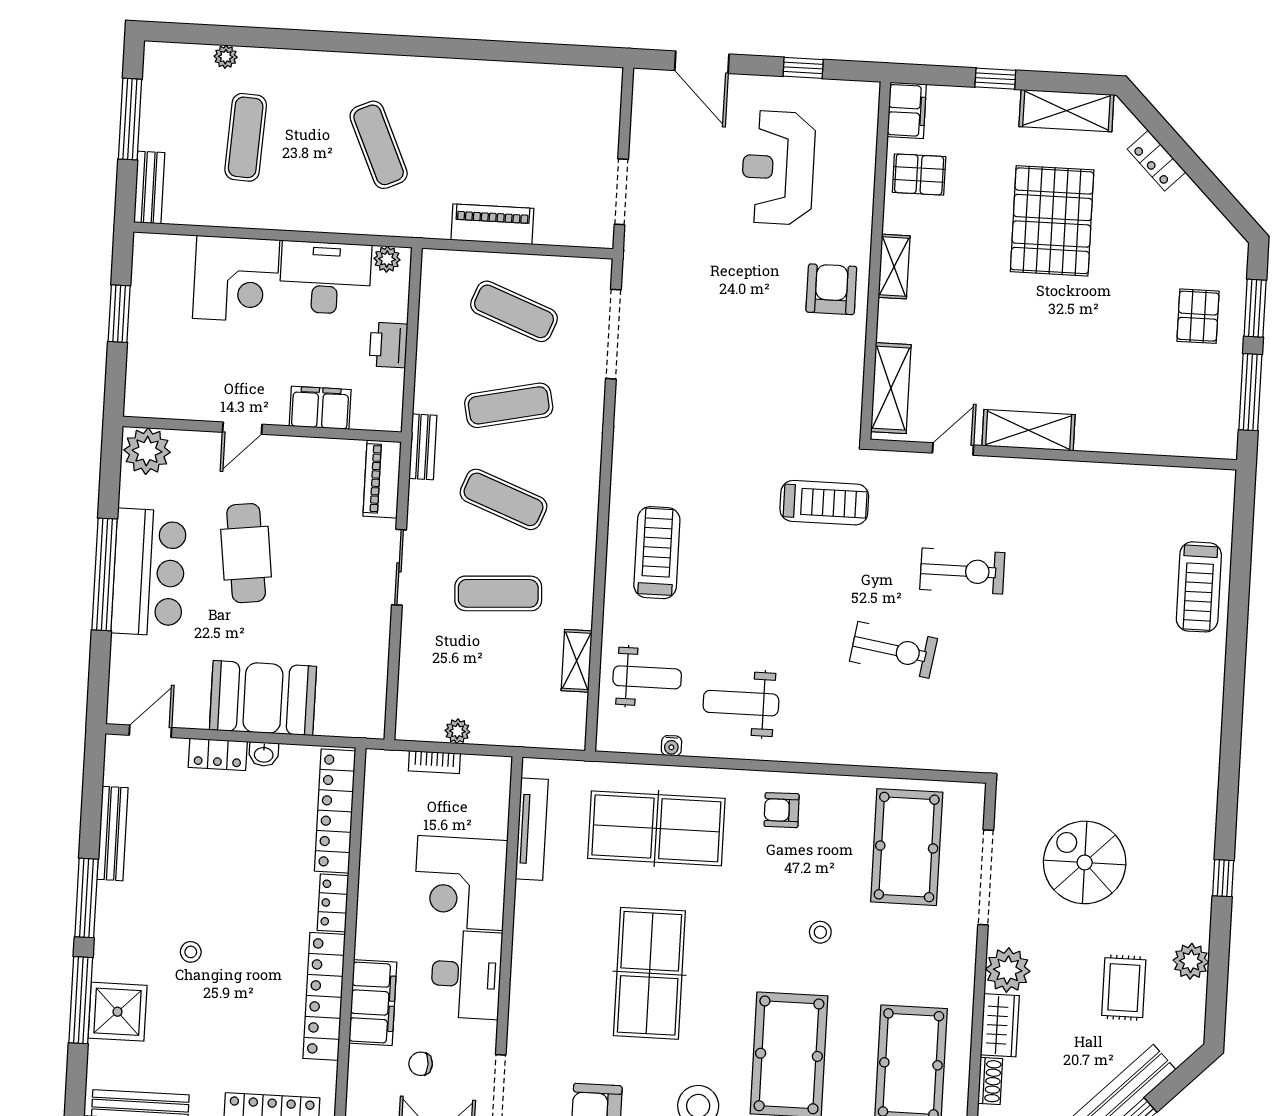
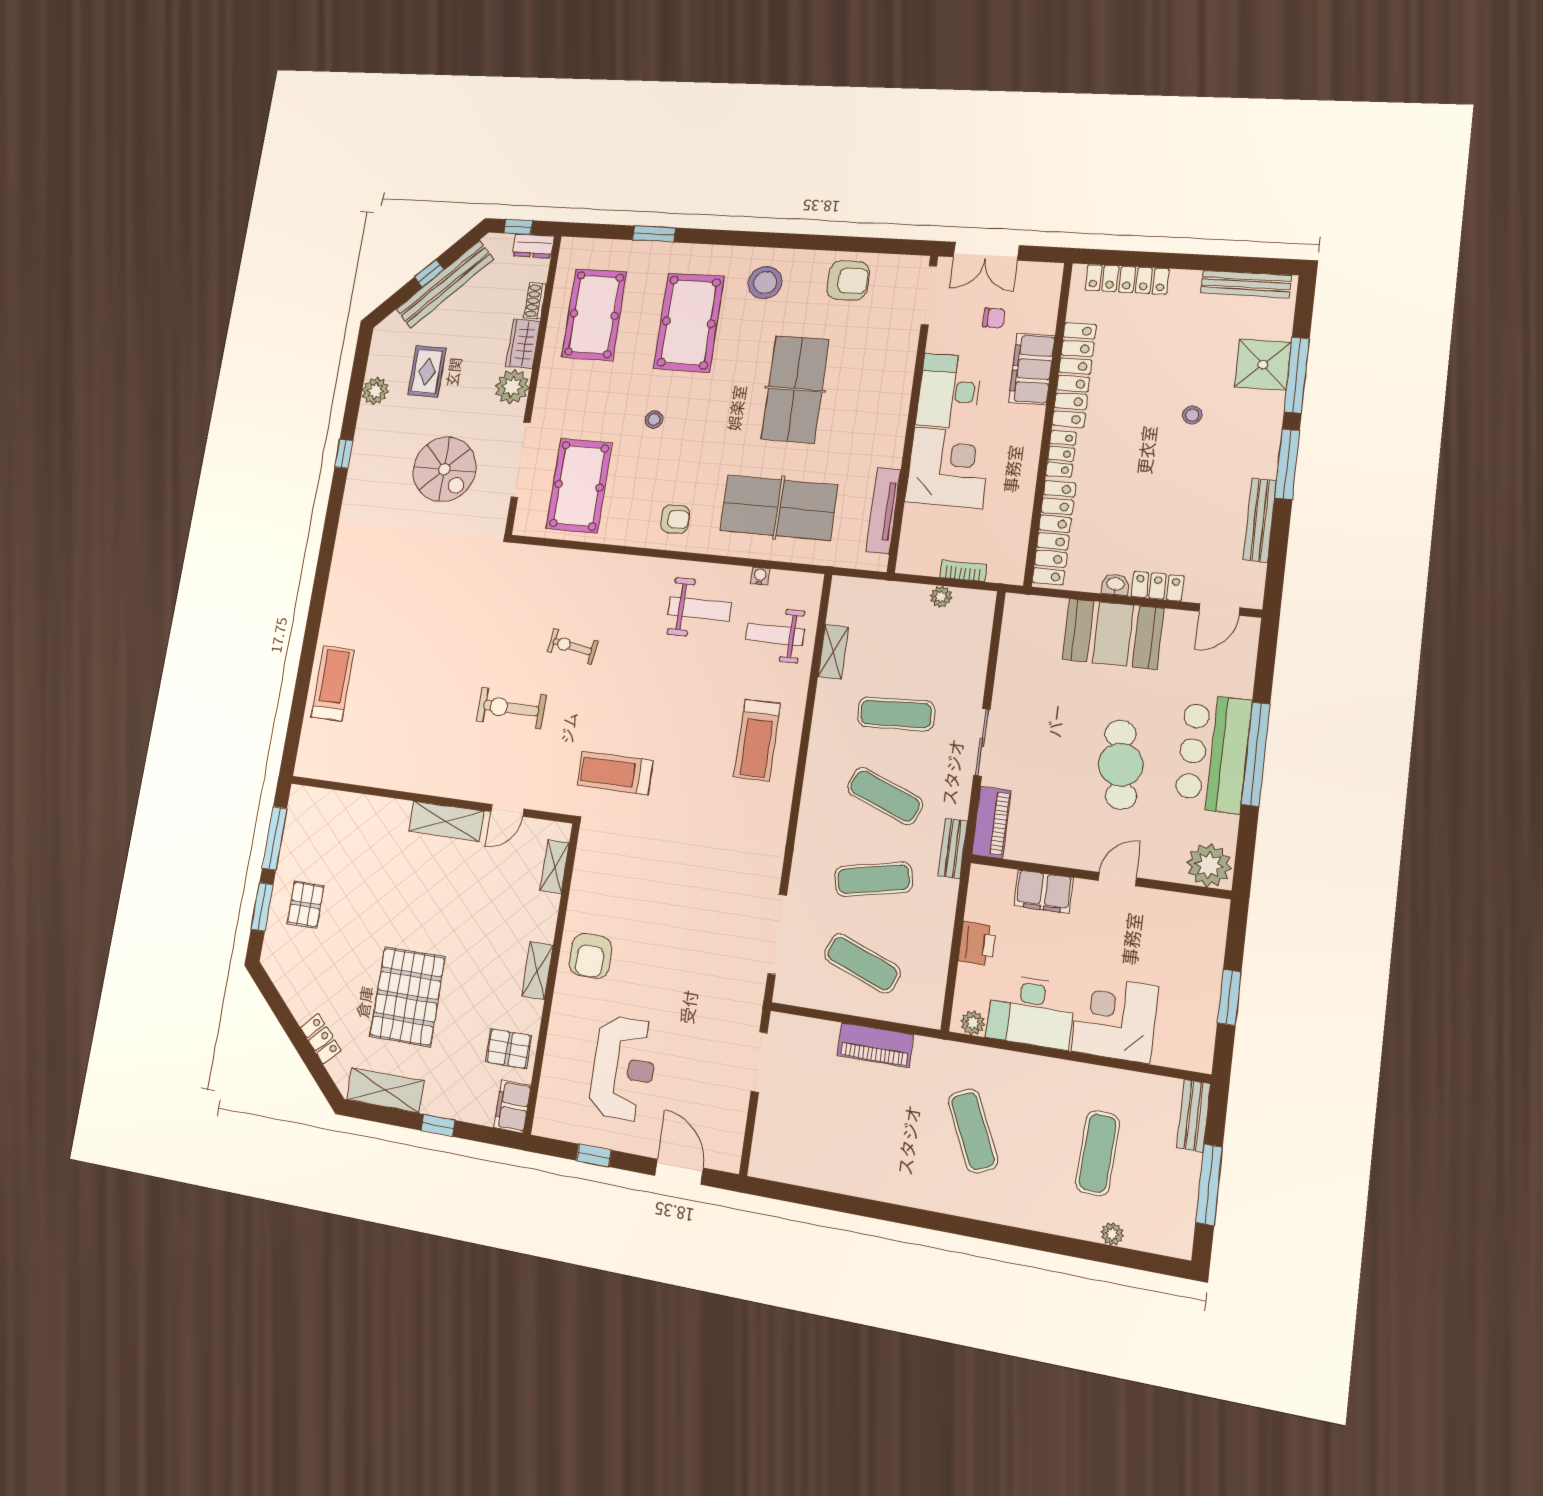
shelving: (891, 388) -> (555, 867), width x0.67, depth x0.75
exercise bike: (893, 650) -> (572, 646), width x0.73, depth x0.72

